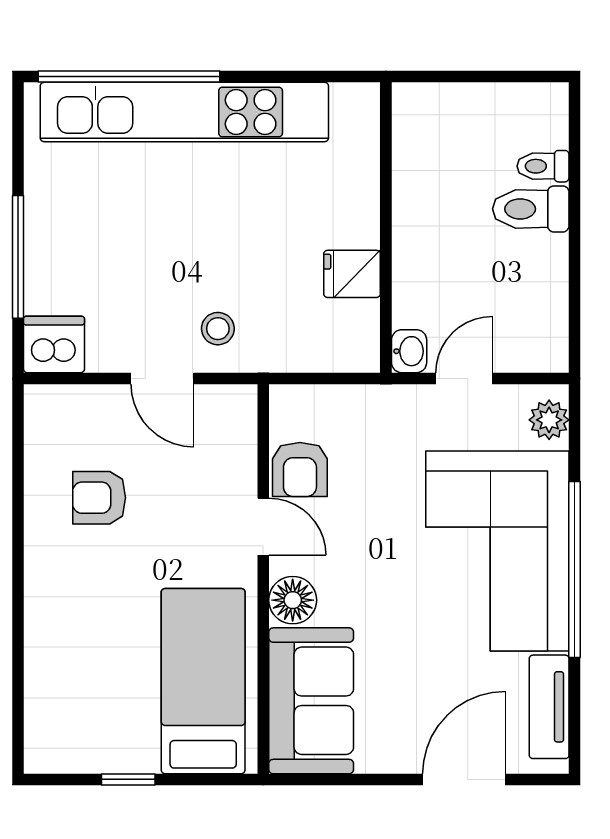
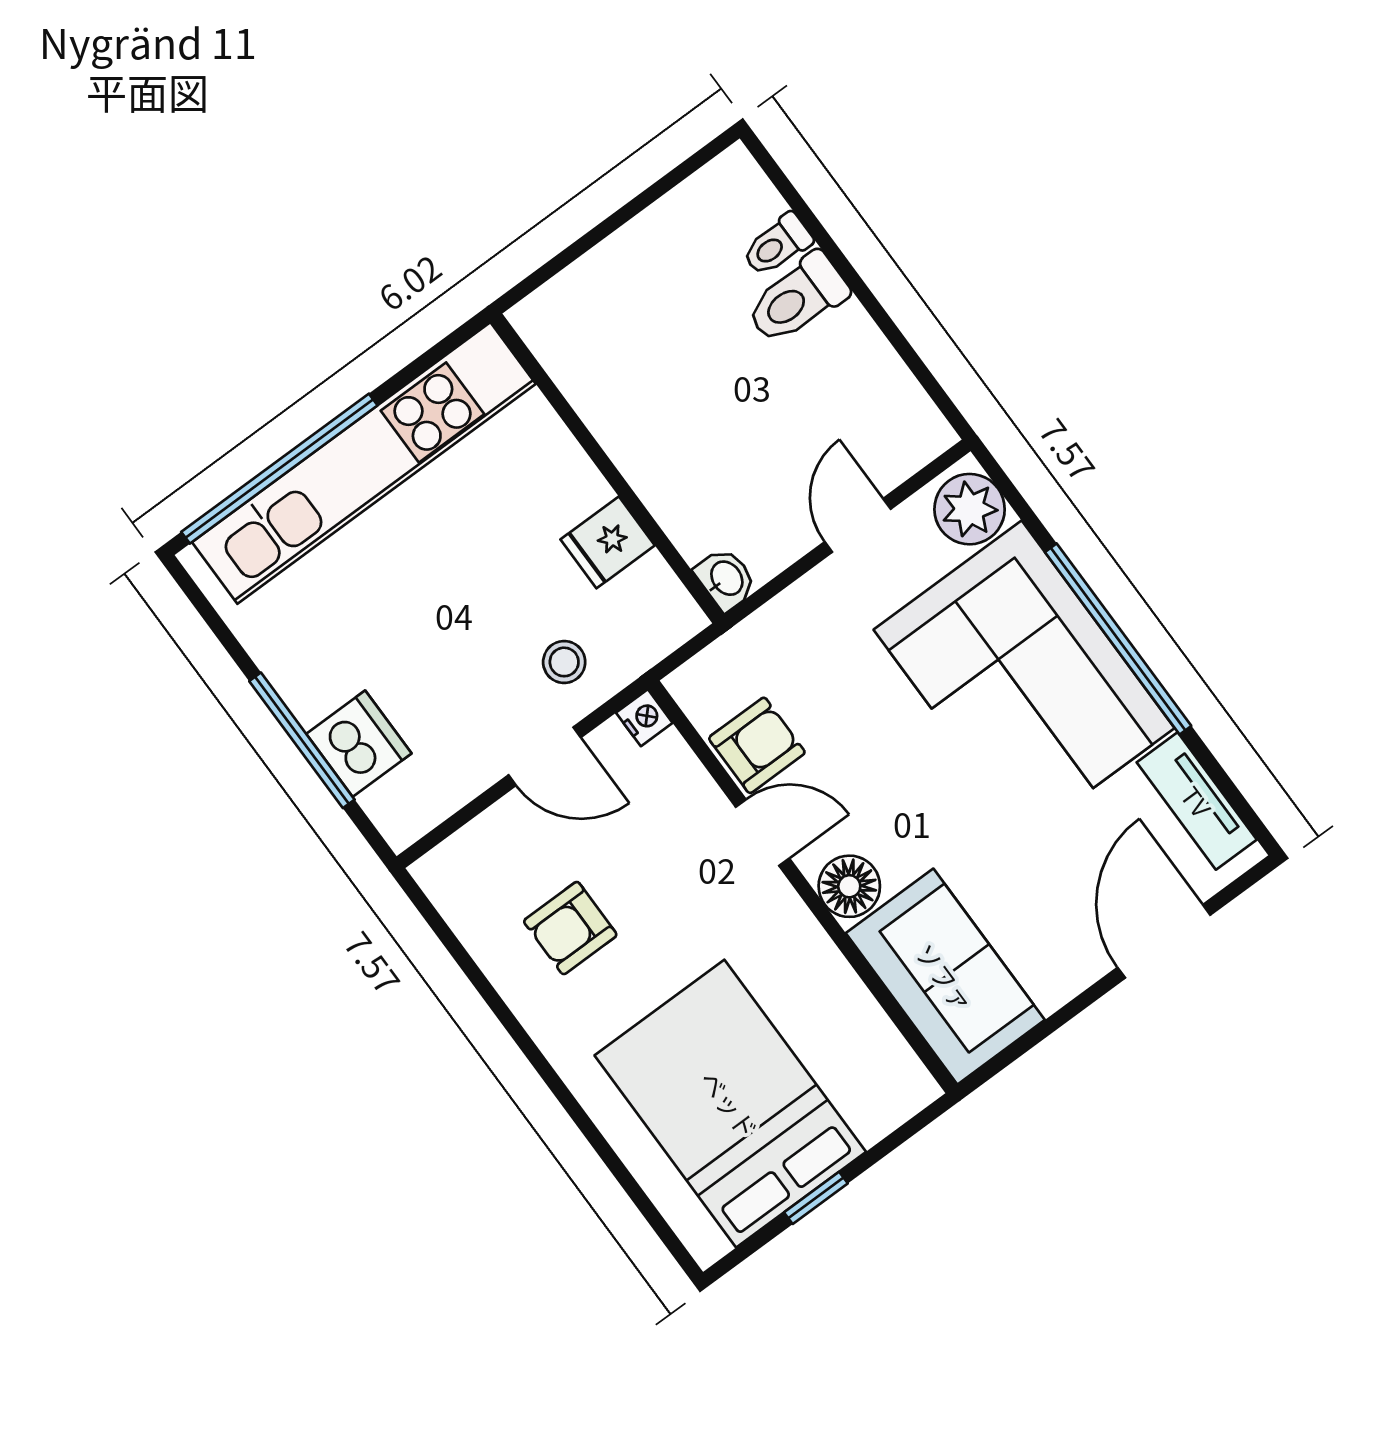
wall: (386, 228) -> (607, 468), moved
fridge: (352, 274) -> (608, 542), moved
dishwasher: (54, 344) -> (359, 744), moved, turned 90
washbasin: (409, 351) -> (726, 579), moved
nightstand: (242, 400) -> (644, 718), added
plant: (549, 420) -> (970, 509), width x1.38, depth x1.38
armchair: (300, 469) -> (757, 745), turned -90
bed: (203, 681) -> (730, 1104), moved, width x1.50

